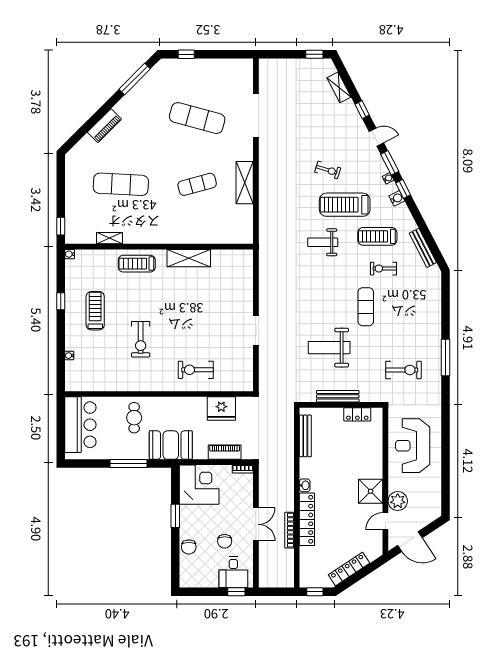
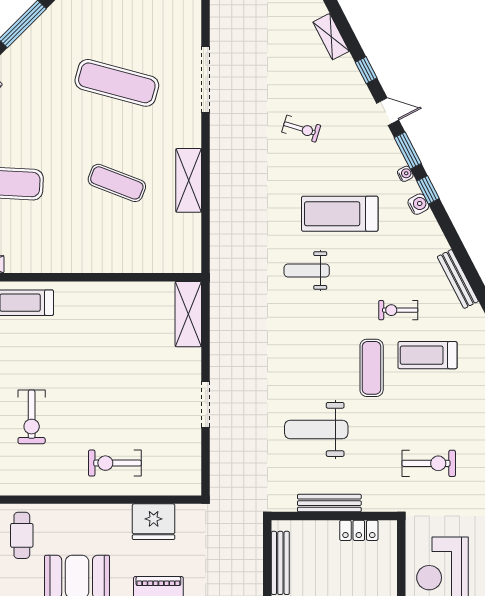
exercise bike: (328, 170) -> (301, 129), moved
exercise mat: (197, 184) -> (117, 183), turned 36
treadmill: (377, 236) -> (428, 355), moved
shelving: (189, 258) -> (188, 314), moved, turned 90

